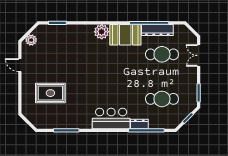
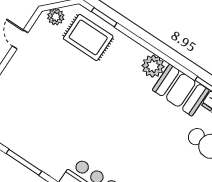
rug: (50, 93) -> (88, 37), moved

